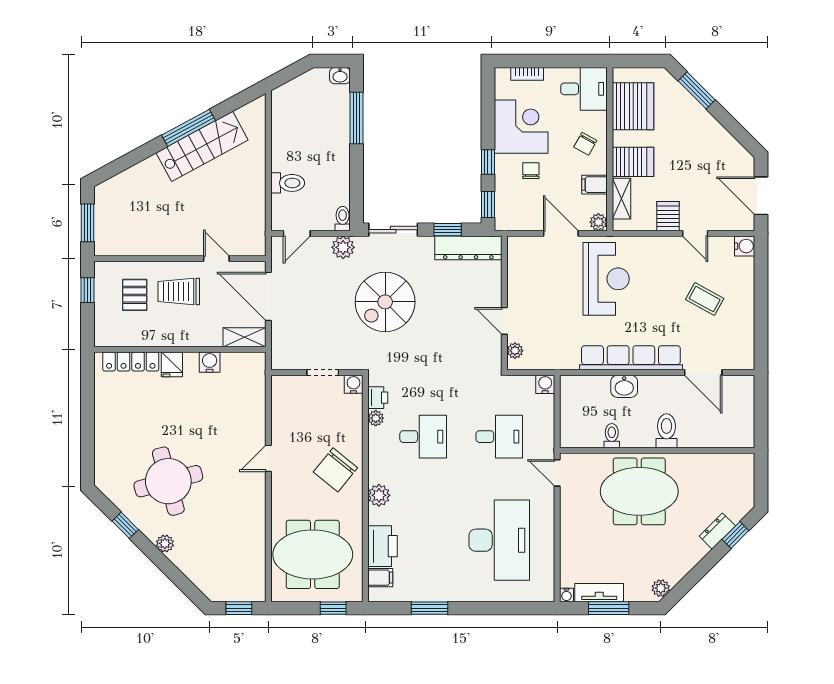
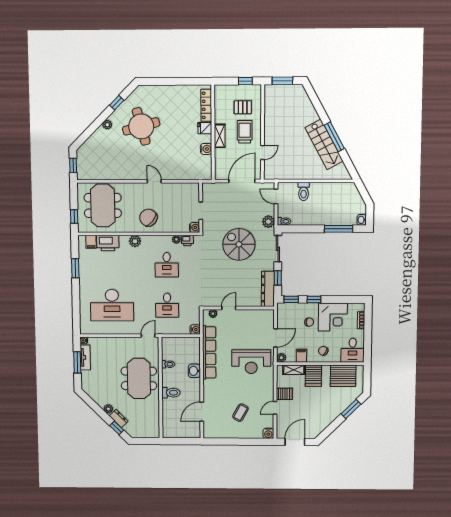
shelving: (245, 337) -> (220, 136), moved
row of seats: (631, 358) -> (209, 352), moved
plant: (661, 588) -> (108, 409), moved

